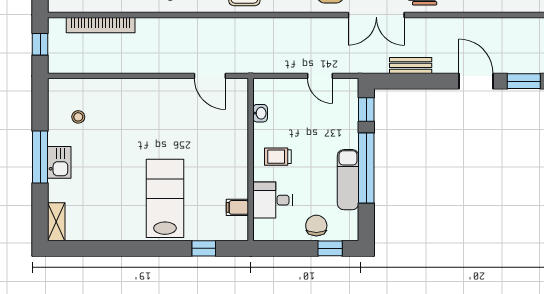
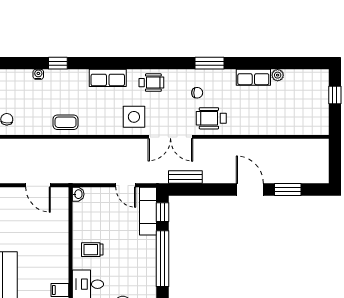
bench: (411, 65) -> (185, 177), moved
washbasin: (260, 113) -> (78, 194), moved
exam couch: (348, 180) -> (148, 211), moved

